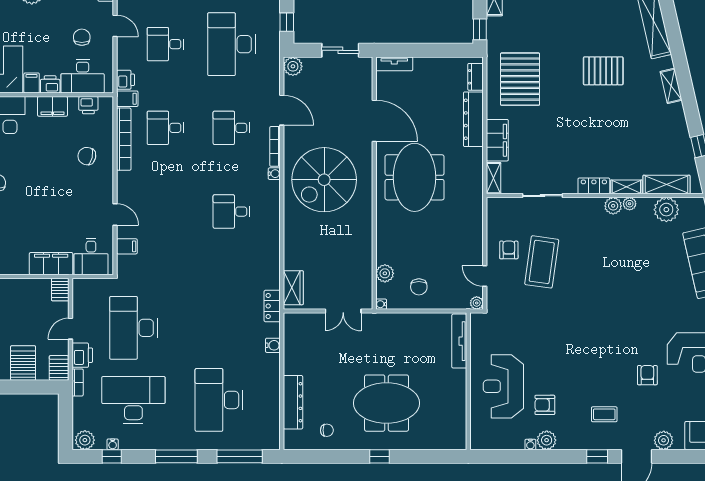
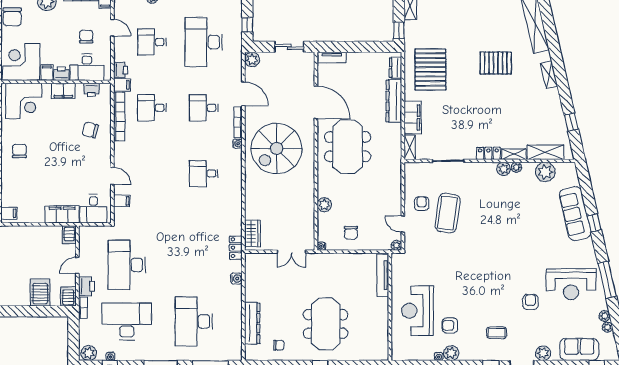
plant: (385, 273) -> (324, 205), moved
meeting table: (387, 403) -> (326, 324), turned 90

